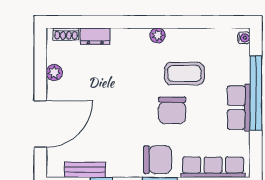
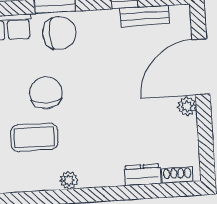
plant: (54, 73) -> (187, 106), moved
chair: (158, 160) -> (59, 33), turned 180

